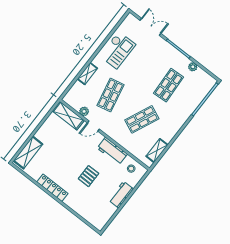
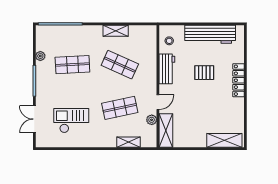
checkout: (118, 50) -> (71, 121), moved
shelving: (87, 74) -> (128, 142), moved
door: (93, 126) -> (158, 102), hinge flipped
shelving: (157, 151) -> (116, 31), moved
locker: (52, 188) -> (238, 80), moved
workbench: (121, 195) -> (210, 34), width x1.88, depth x1.32

